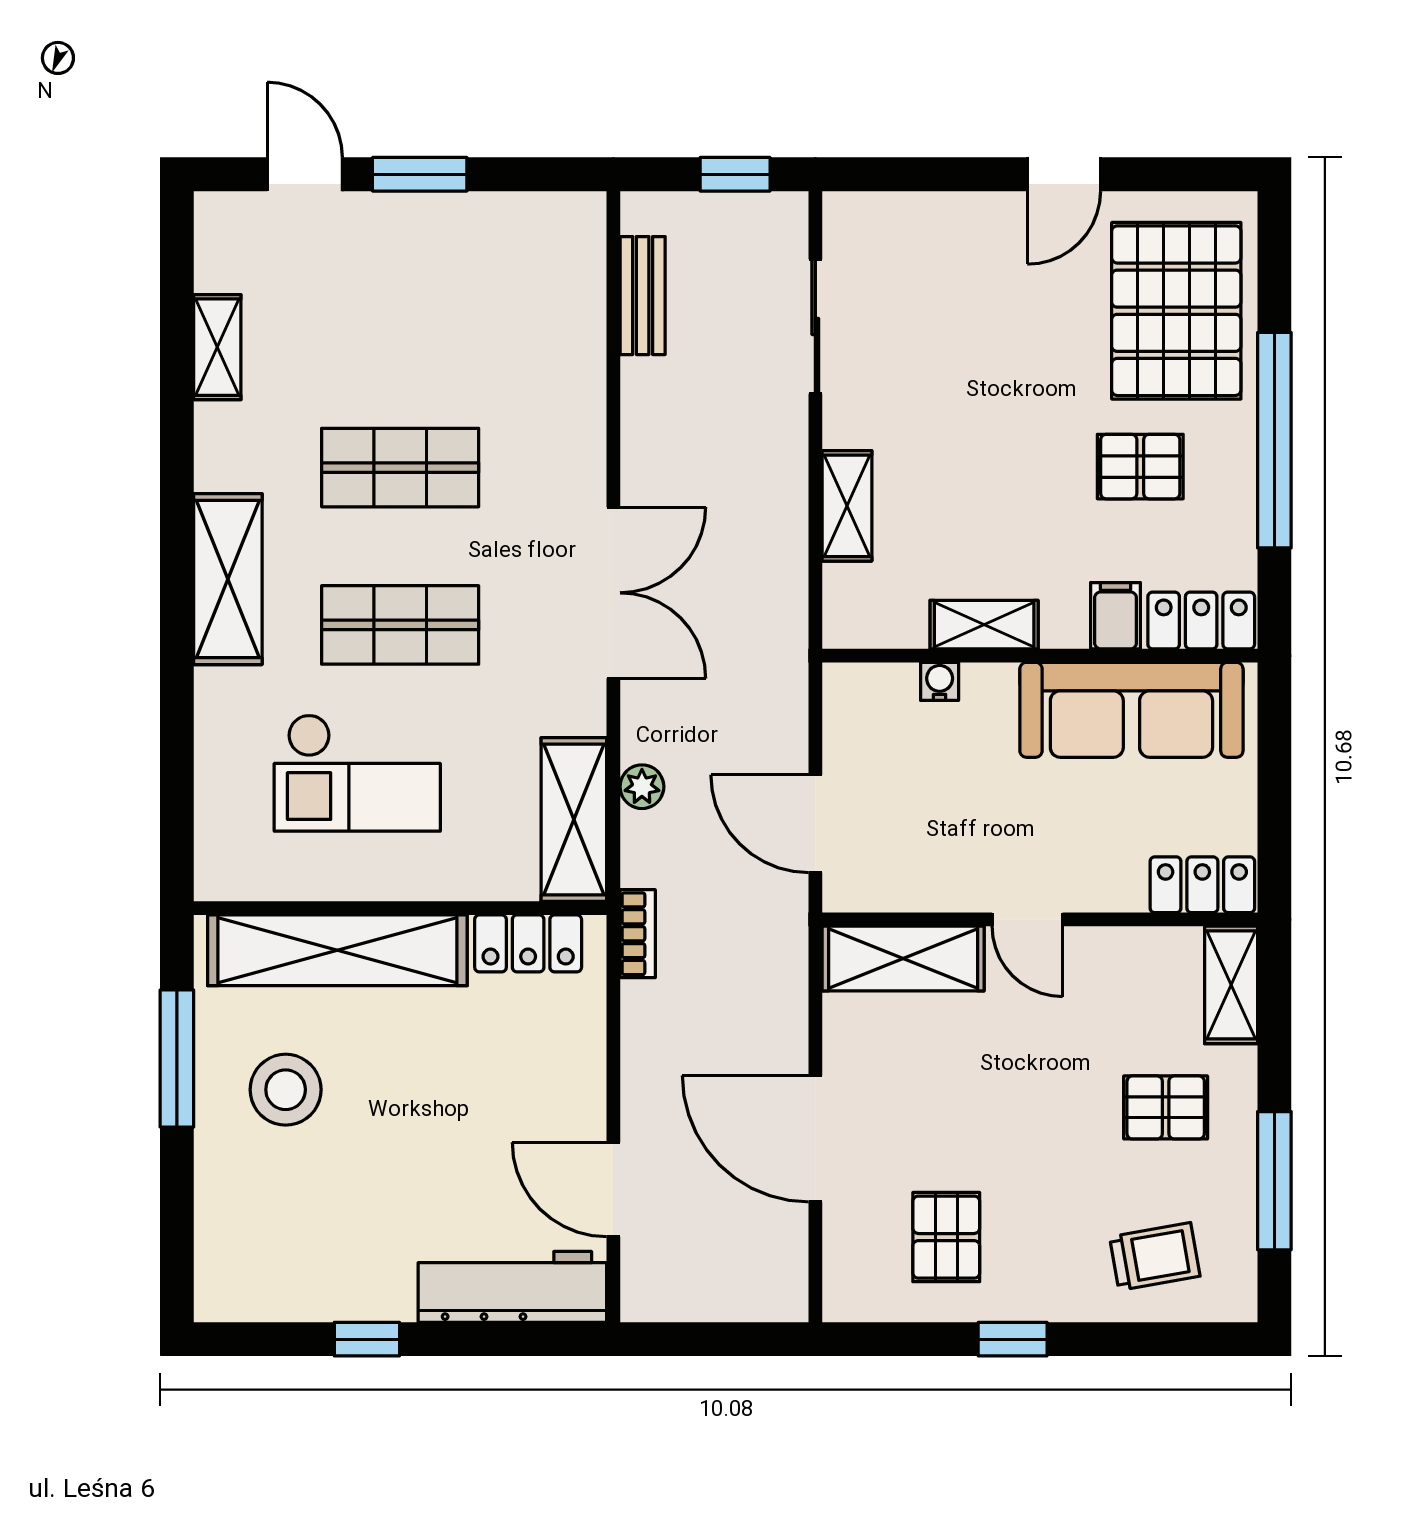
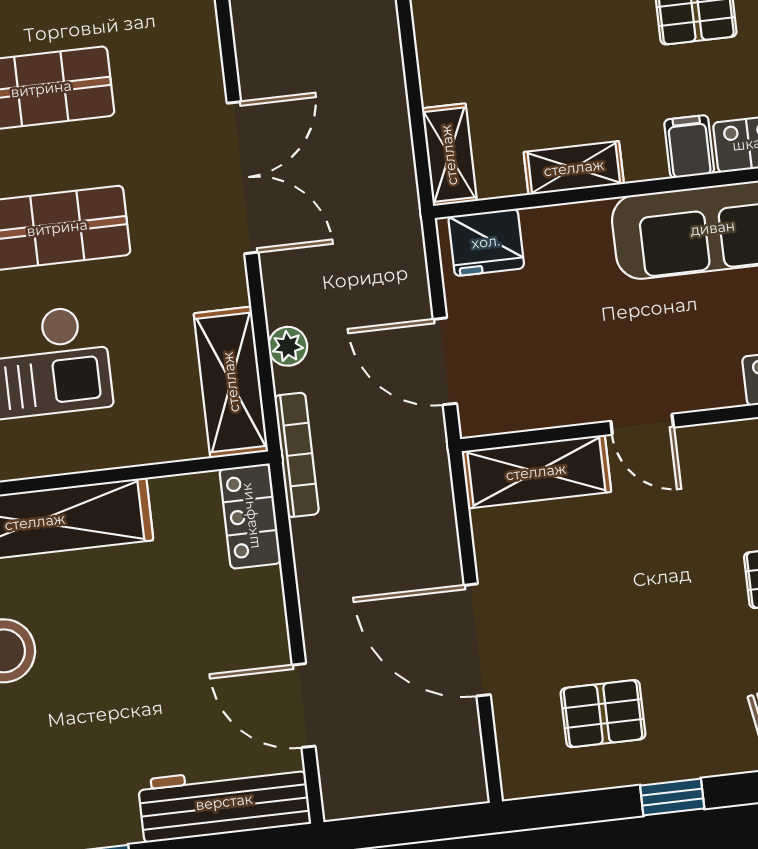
shelving: (847, 506) -> (449, 155), moved
water cooler: (940, 681) -> (540, 223), removed
fridge: (877, 696) -> (486, 242), added
bookcase: (638, 934) -> (297, 455), width x1.56
locker: (528, 943) -> (250, 516), moved, turned 90
pallet: (946, 1237) -> (603, 714), turned 90

